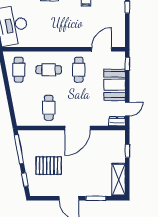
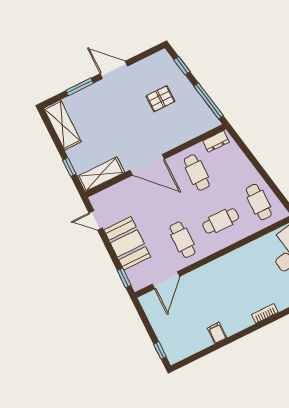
door: (127, 109) -> (96, 220), hinge flipped
dresser: (117, 121) -> (216, 141), moved
door: (77, 128) -> (147, 165), swing flipped
shelving: (110, 136) -> (101, 174), added
pallet: (49, 166) -> (160, 99), width x0.67, depth x0.71

